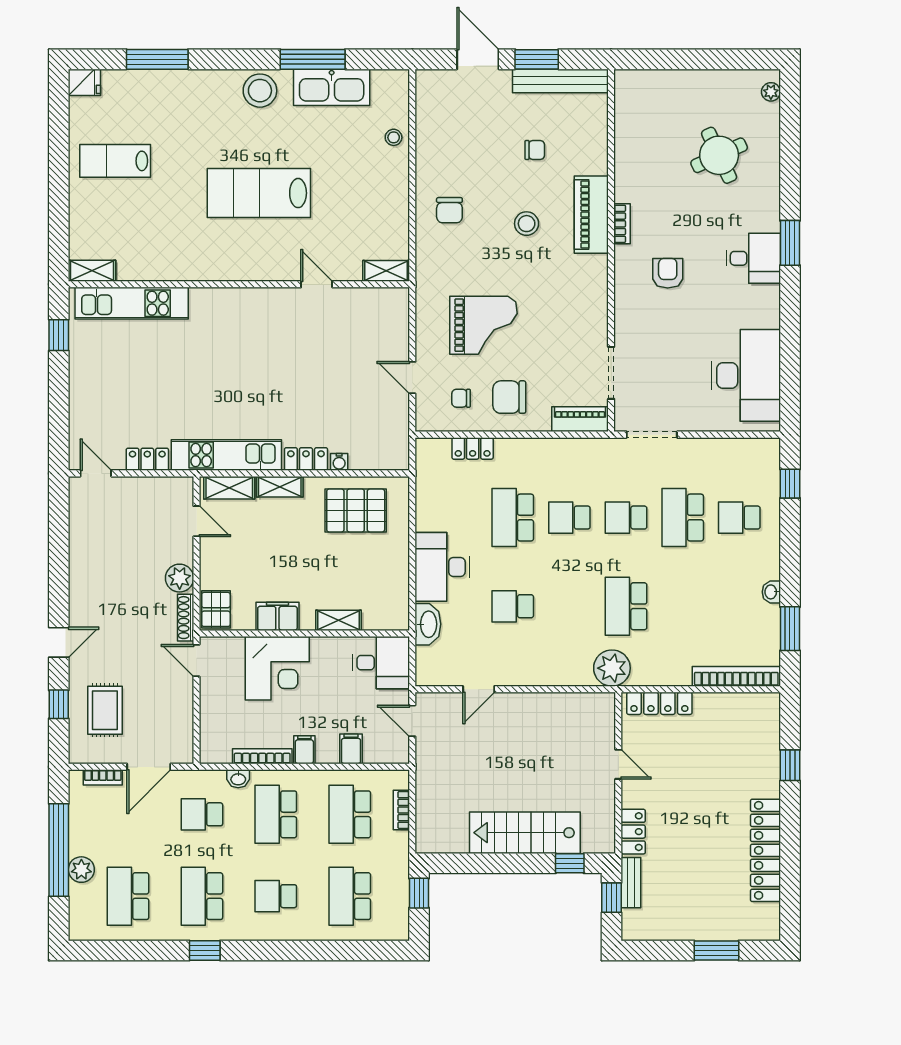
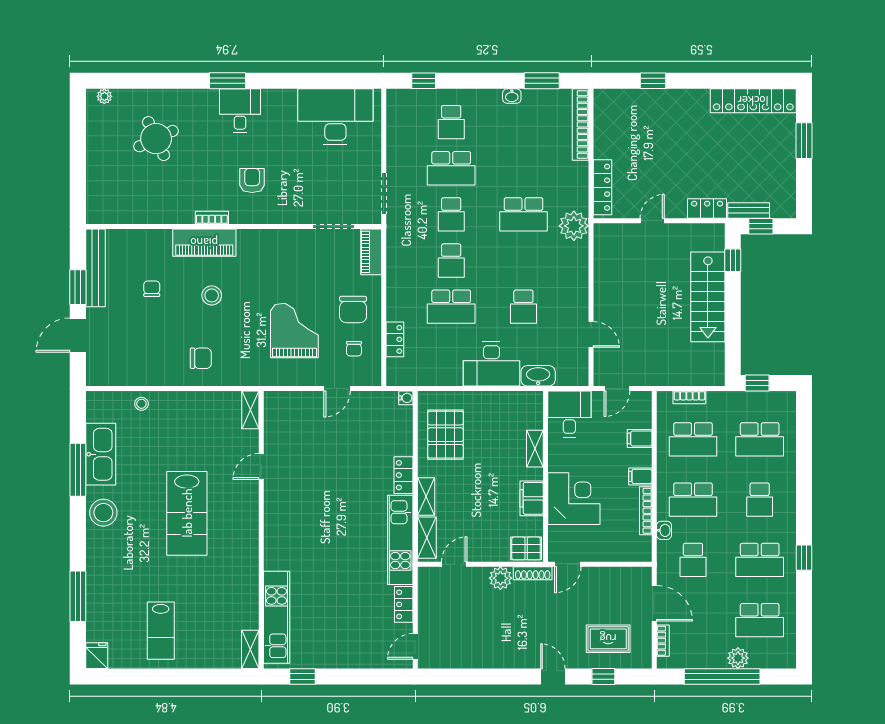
armchair: (668, 273) -> (252, 180), turned 90
water cooler: (339, 462) -> (406, 398), moved
locker: (765, 850) -> (753, 101), moved

